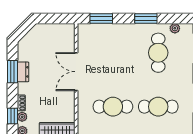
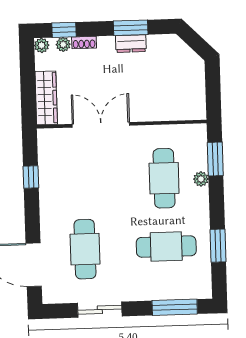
window: (146, 18) -> (218, 246), moved
plant: (175, 28) -> (201, 179), moved
double door: (76, 72) -> (101, 125), moved
cafe table: (113, 107) -> (164, 178), moved

